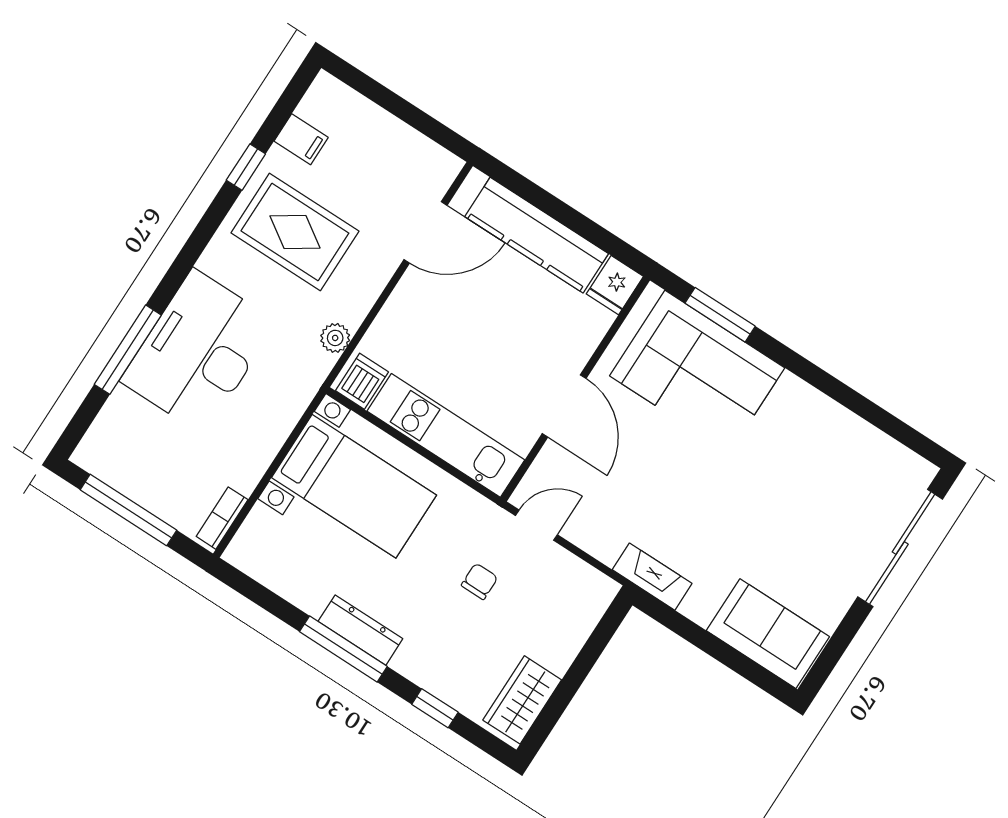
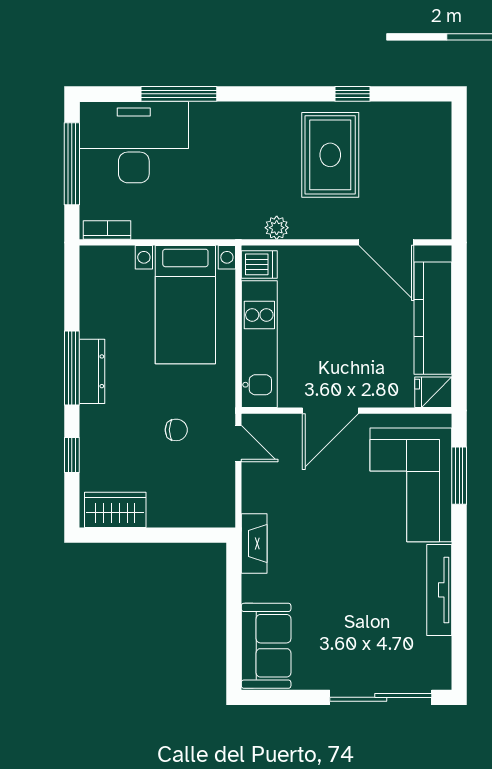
filing cabinet: (301, 139) -> (395, 119), removed
desk: (199, 352) -> (134, 142), moved
tv unit: (827, 413) -> (439, 590), added

